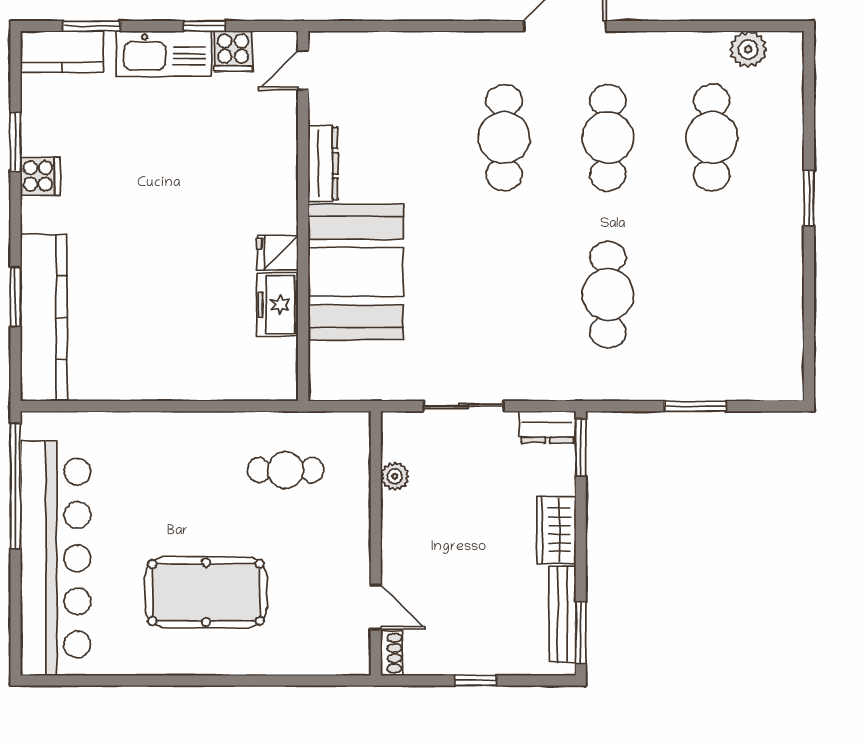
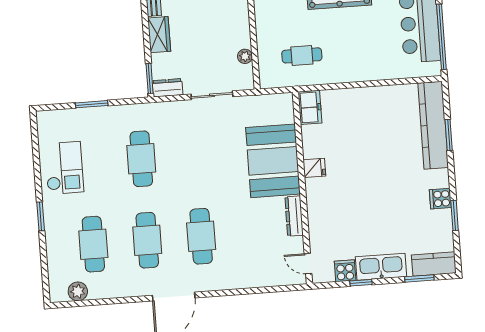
door: (303, 70) -> (308, 264), swing flipped
checkout: (757, 288) -> (64, 168), added
freezer: (277, 305) -> (310, 107), moved

